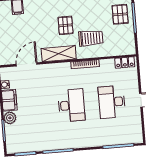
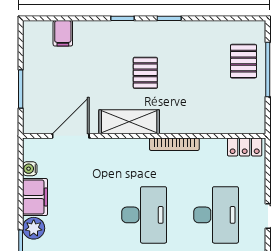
trolley: (91, 38) -> (188, 99), removed
desk: (112, 102) -> (216, 215), turned 180

